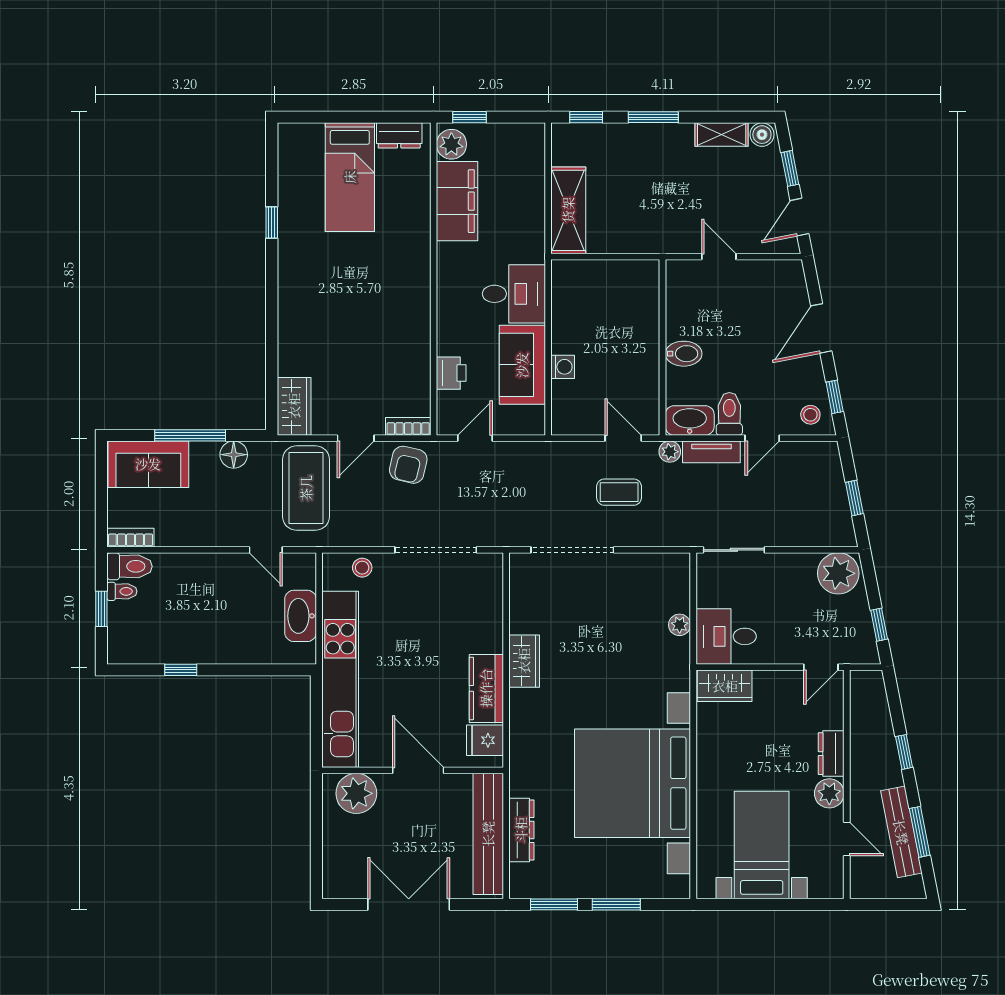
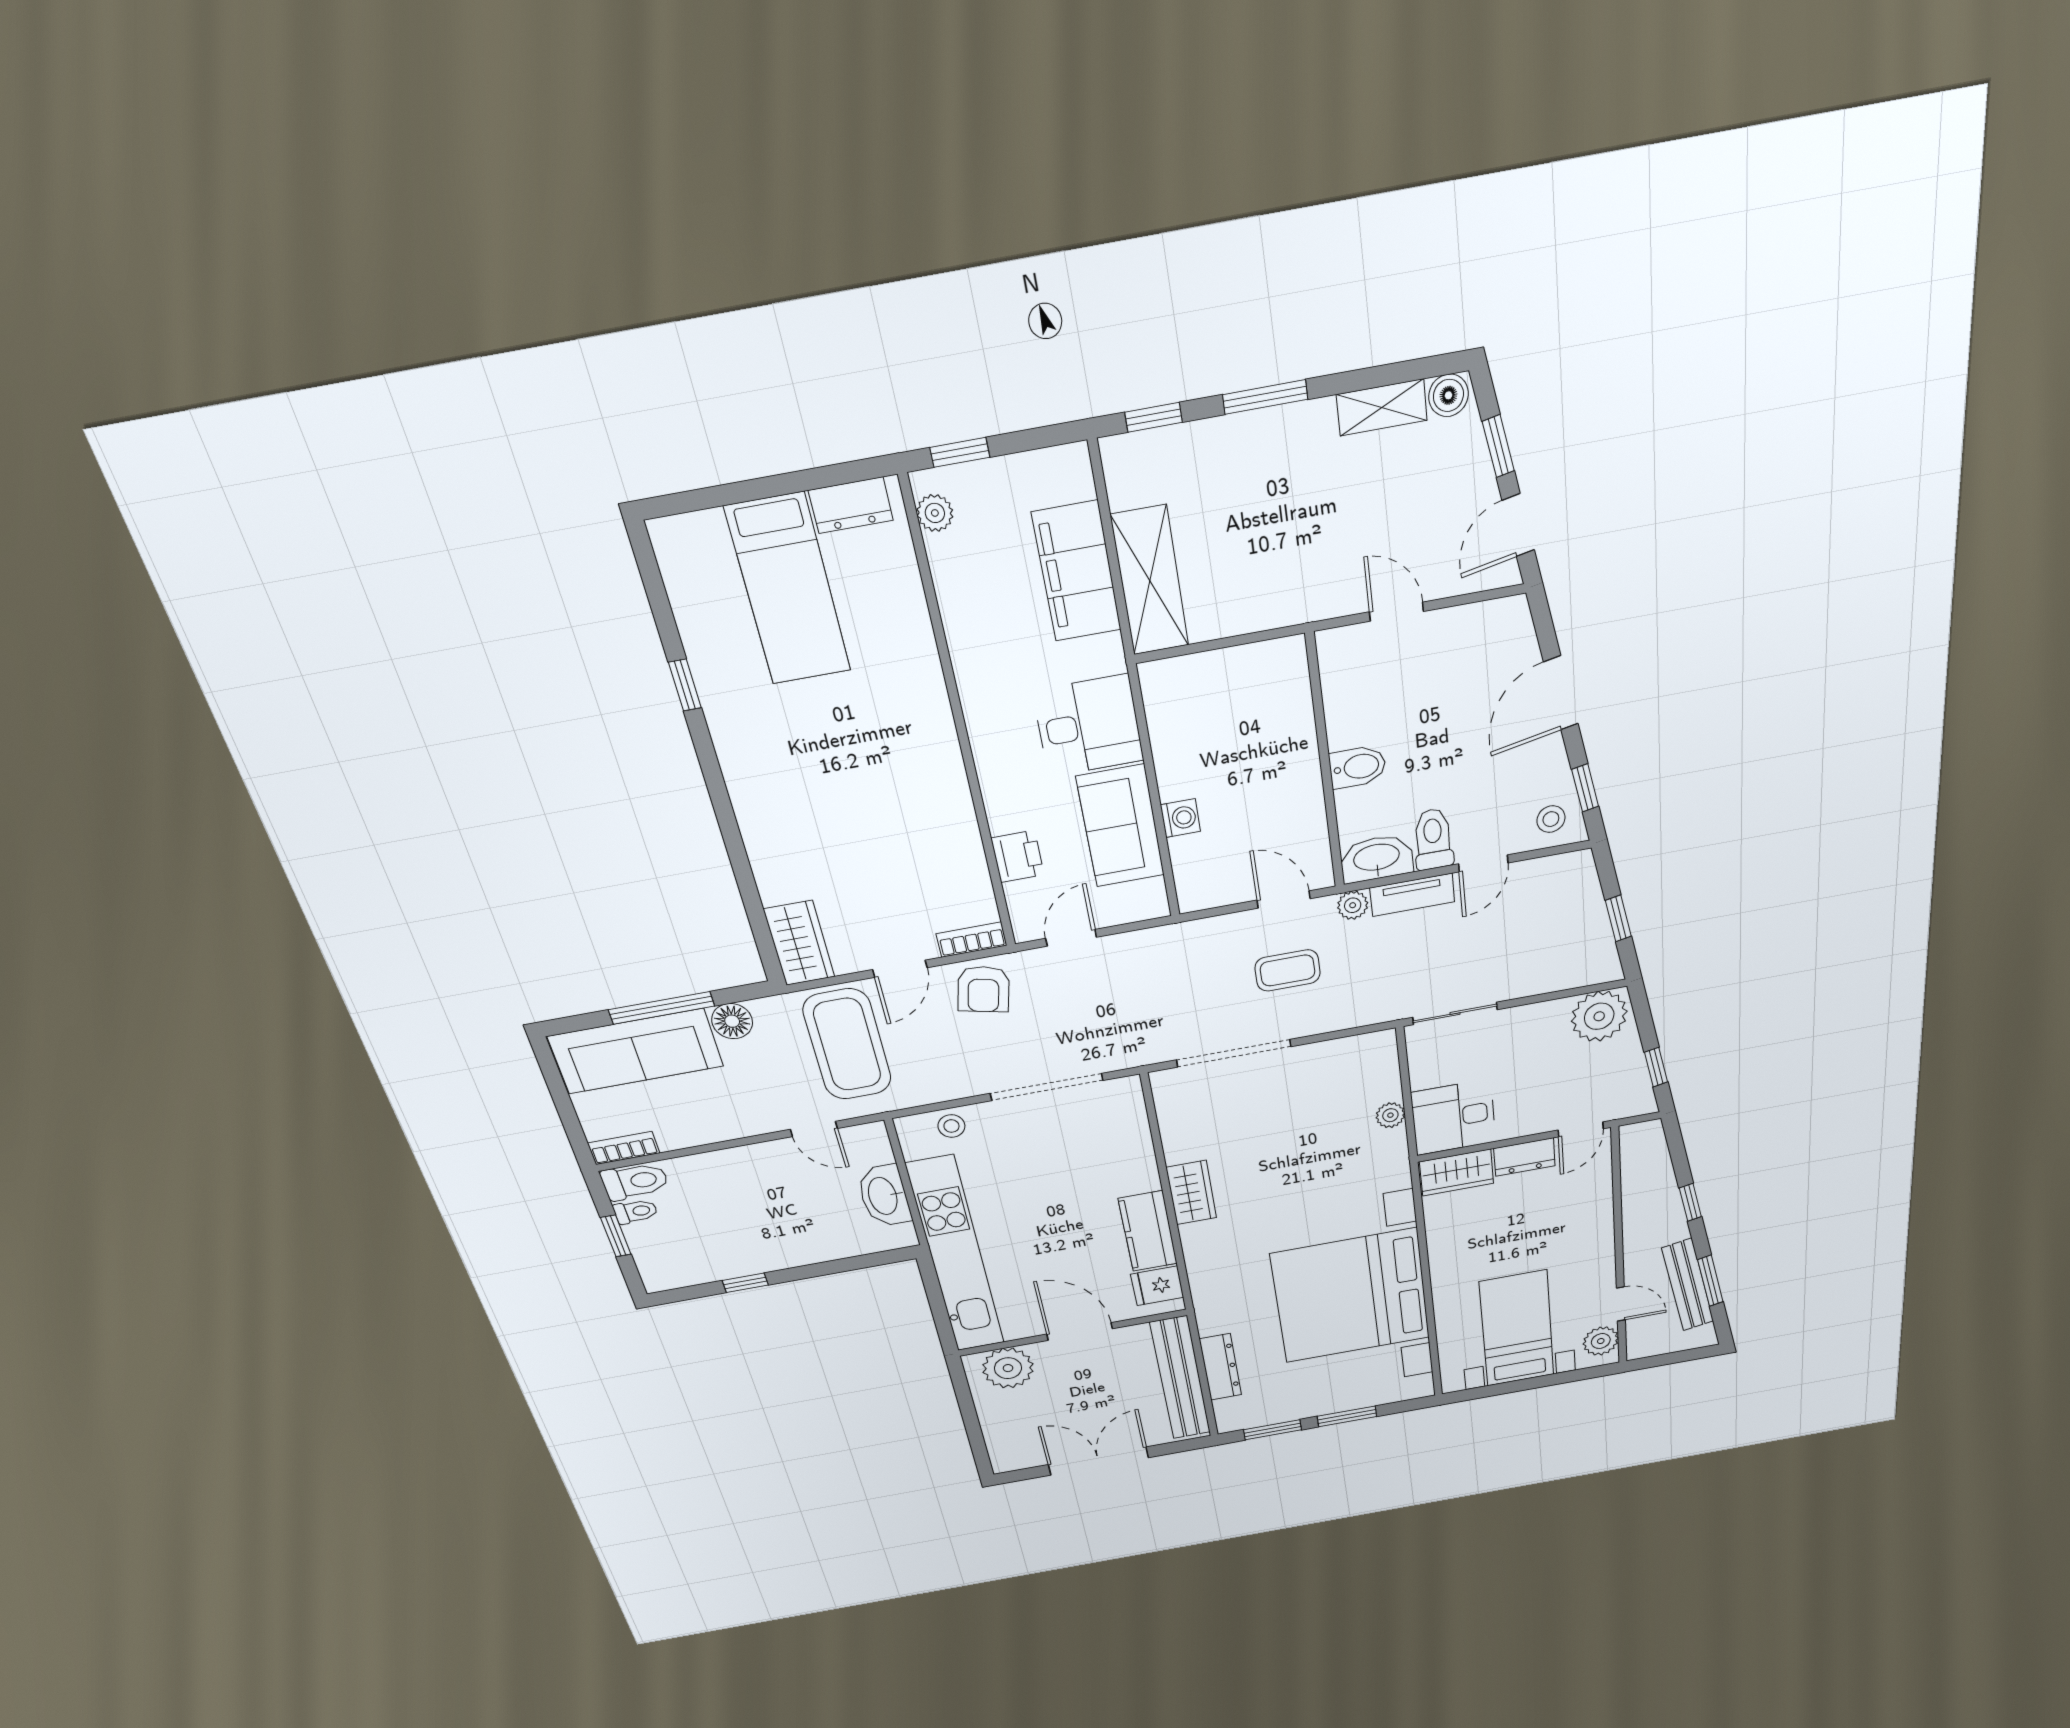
plant: (451, 144) -> (935, 513), width x0.73, depth x0.73
filing cabinet: (457, 201) -> (1077, 572), moved, turned 180
sofa: (148, 464) -> (636, 1051), width x1.36
dresser: (831, 754) -> (1524, 1157), moved, turned -90
plant: (829, 793) -> (1601, 1341), moved

